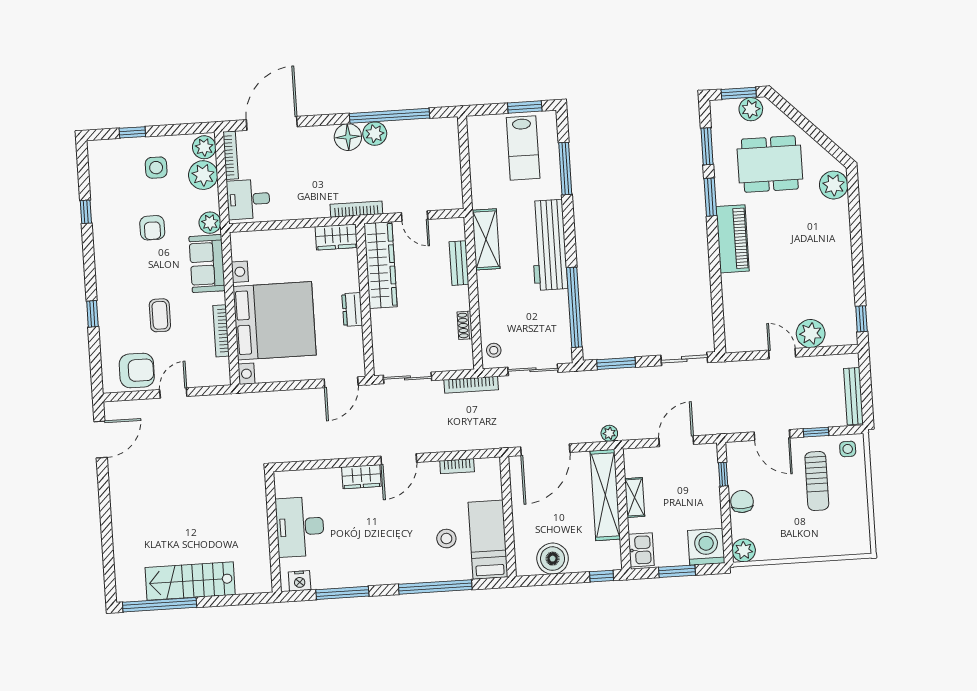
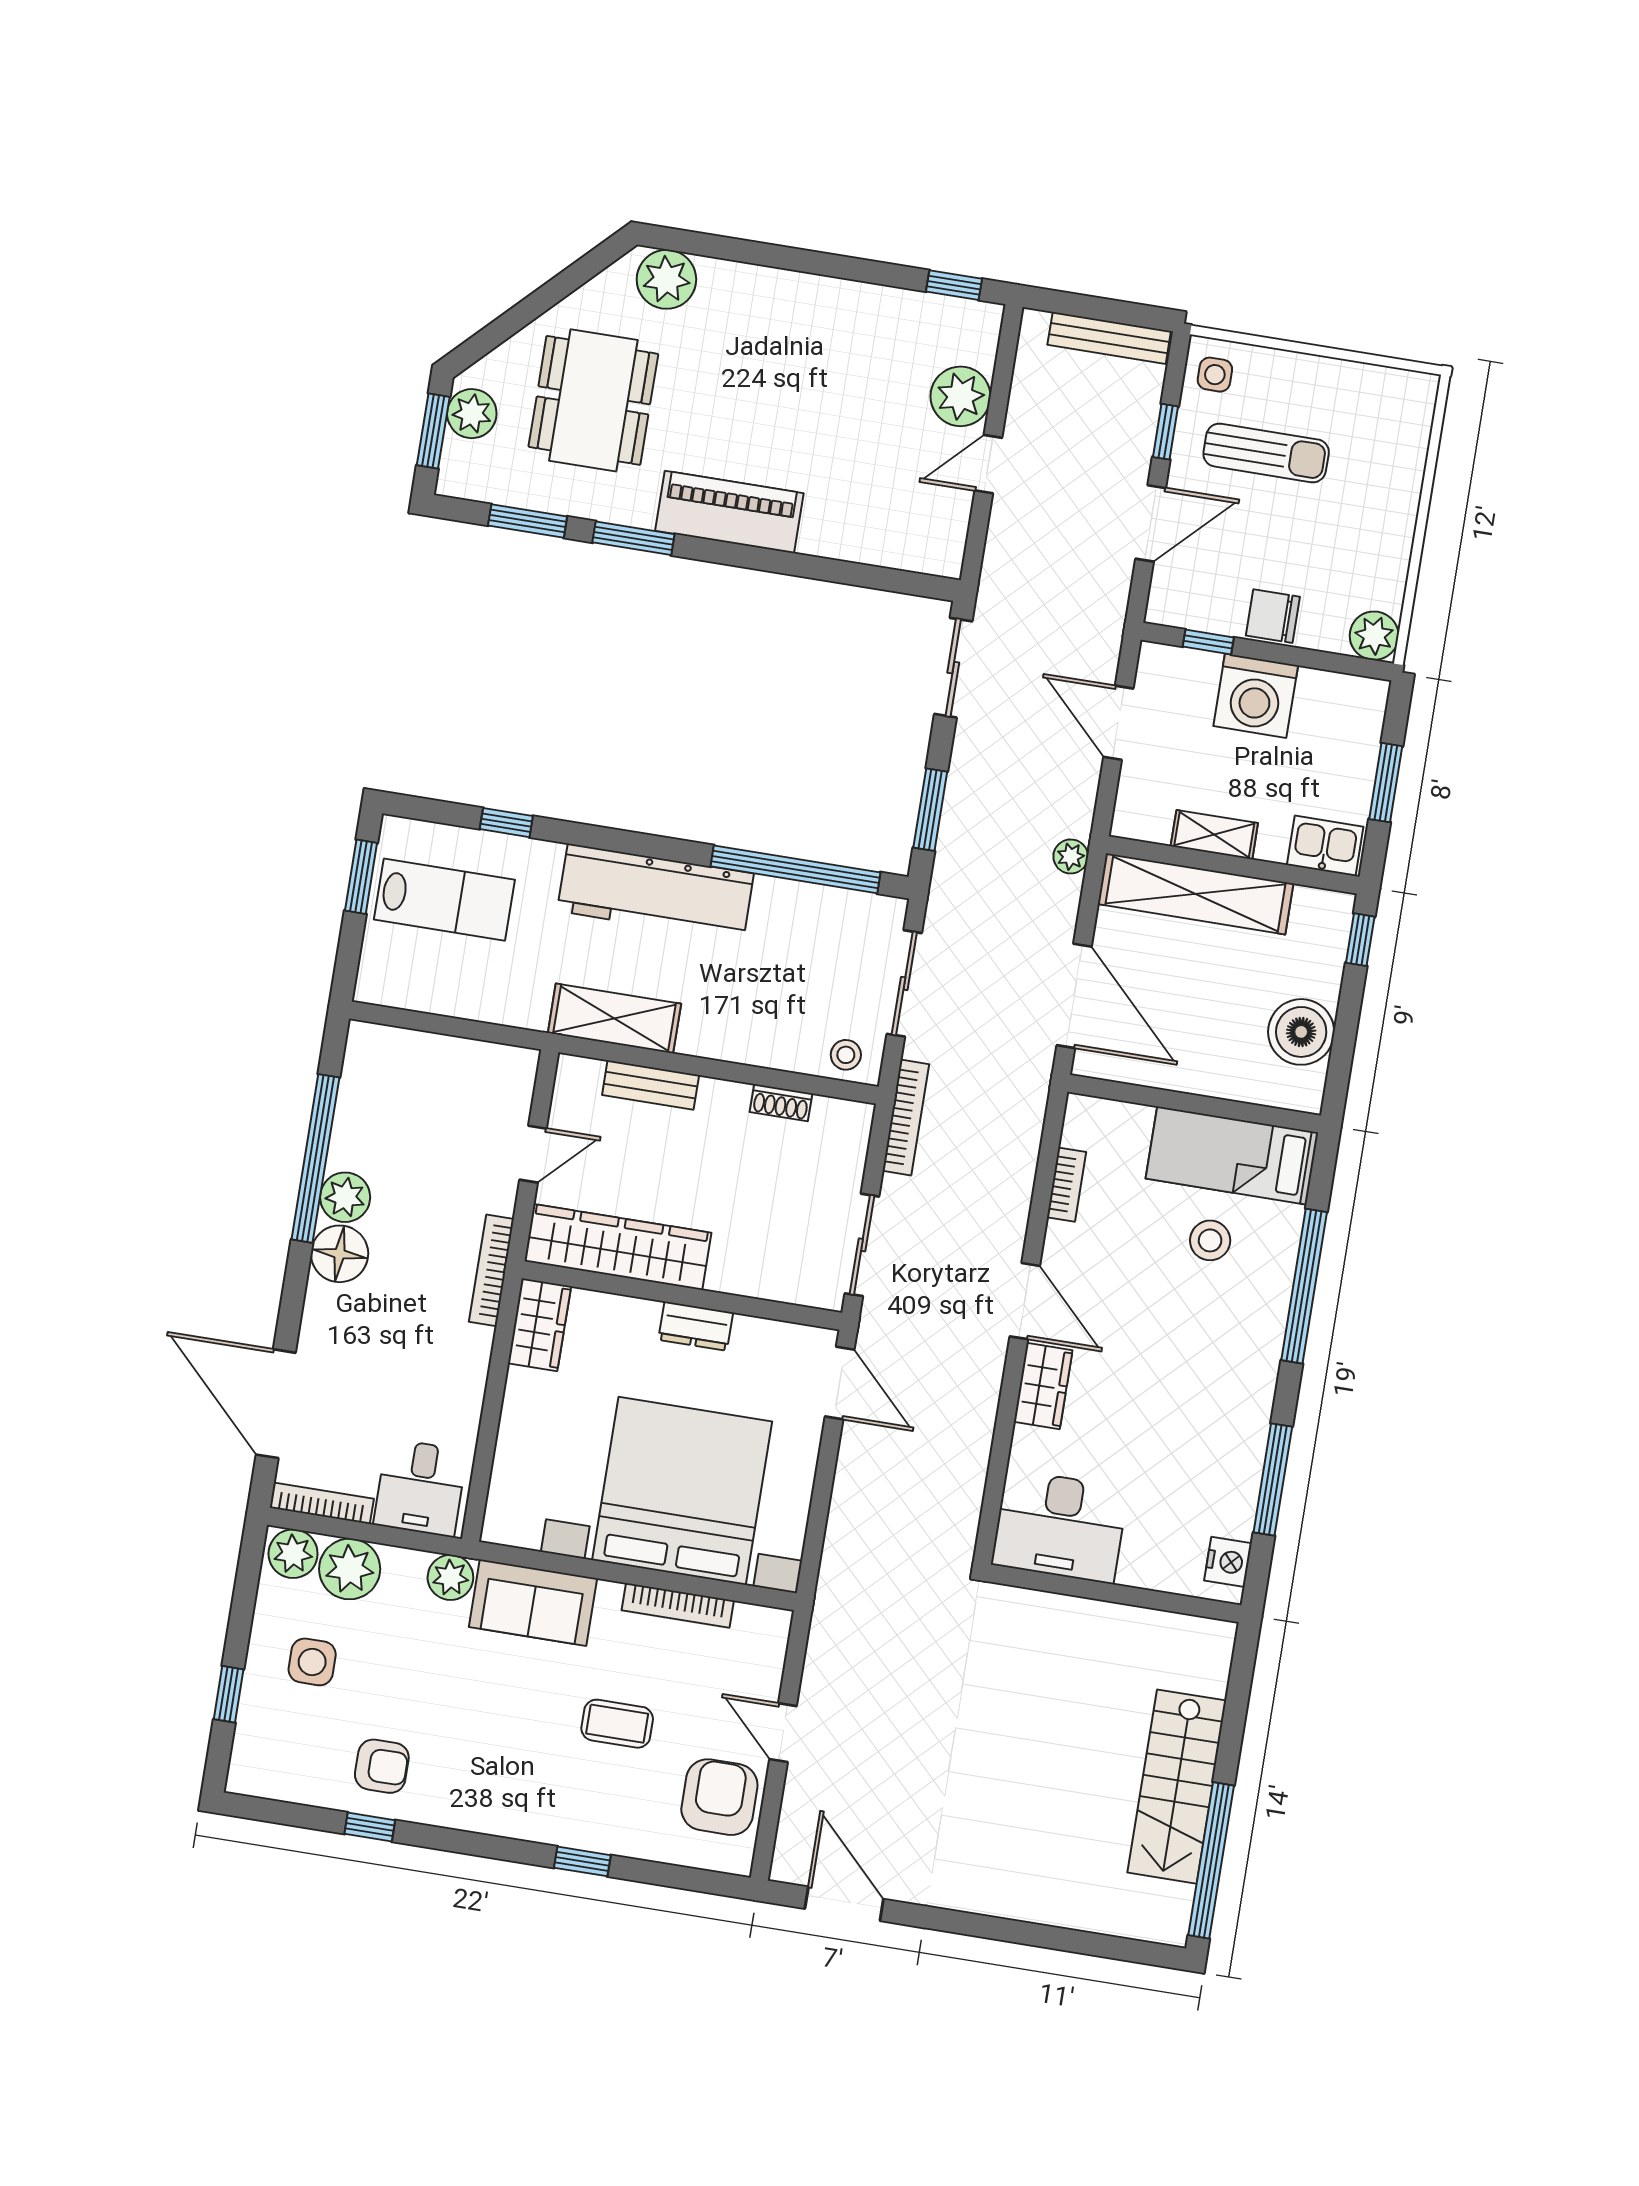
window: (565, 169) -> (506, 823), width x0.46
armchair: (152, 228) -> (382, 1766), moved
desk: (300, 527) -> (1060, 1526), moved
washing machine: (706, 547) -> (1256, 696), moved, turned -90

